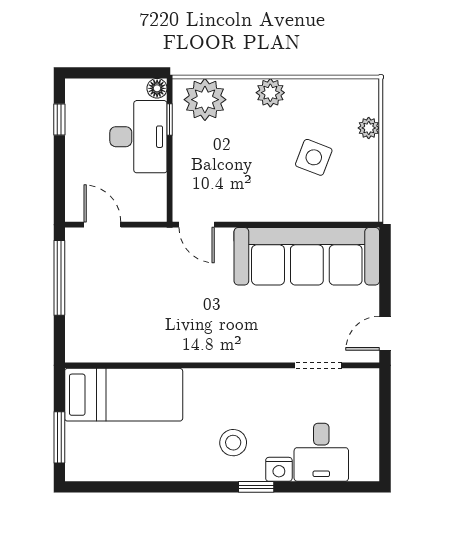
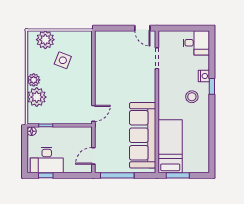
plant: (205, 100) -> (37, 97), moved
plant: (369, 128) -> (45, 40), width x1.88, depth x1.88
desk: (138, 137) -> (47, 160), moved, turned 180
sofa: (307, 256) -> (143, 135), moved, turned 180
window: (59, 437) -> (178, 175), moved
desk: (321, 452) -> (196, 43), moved

